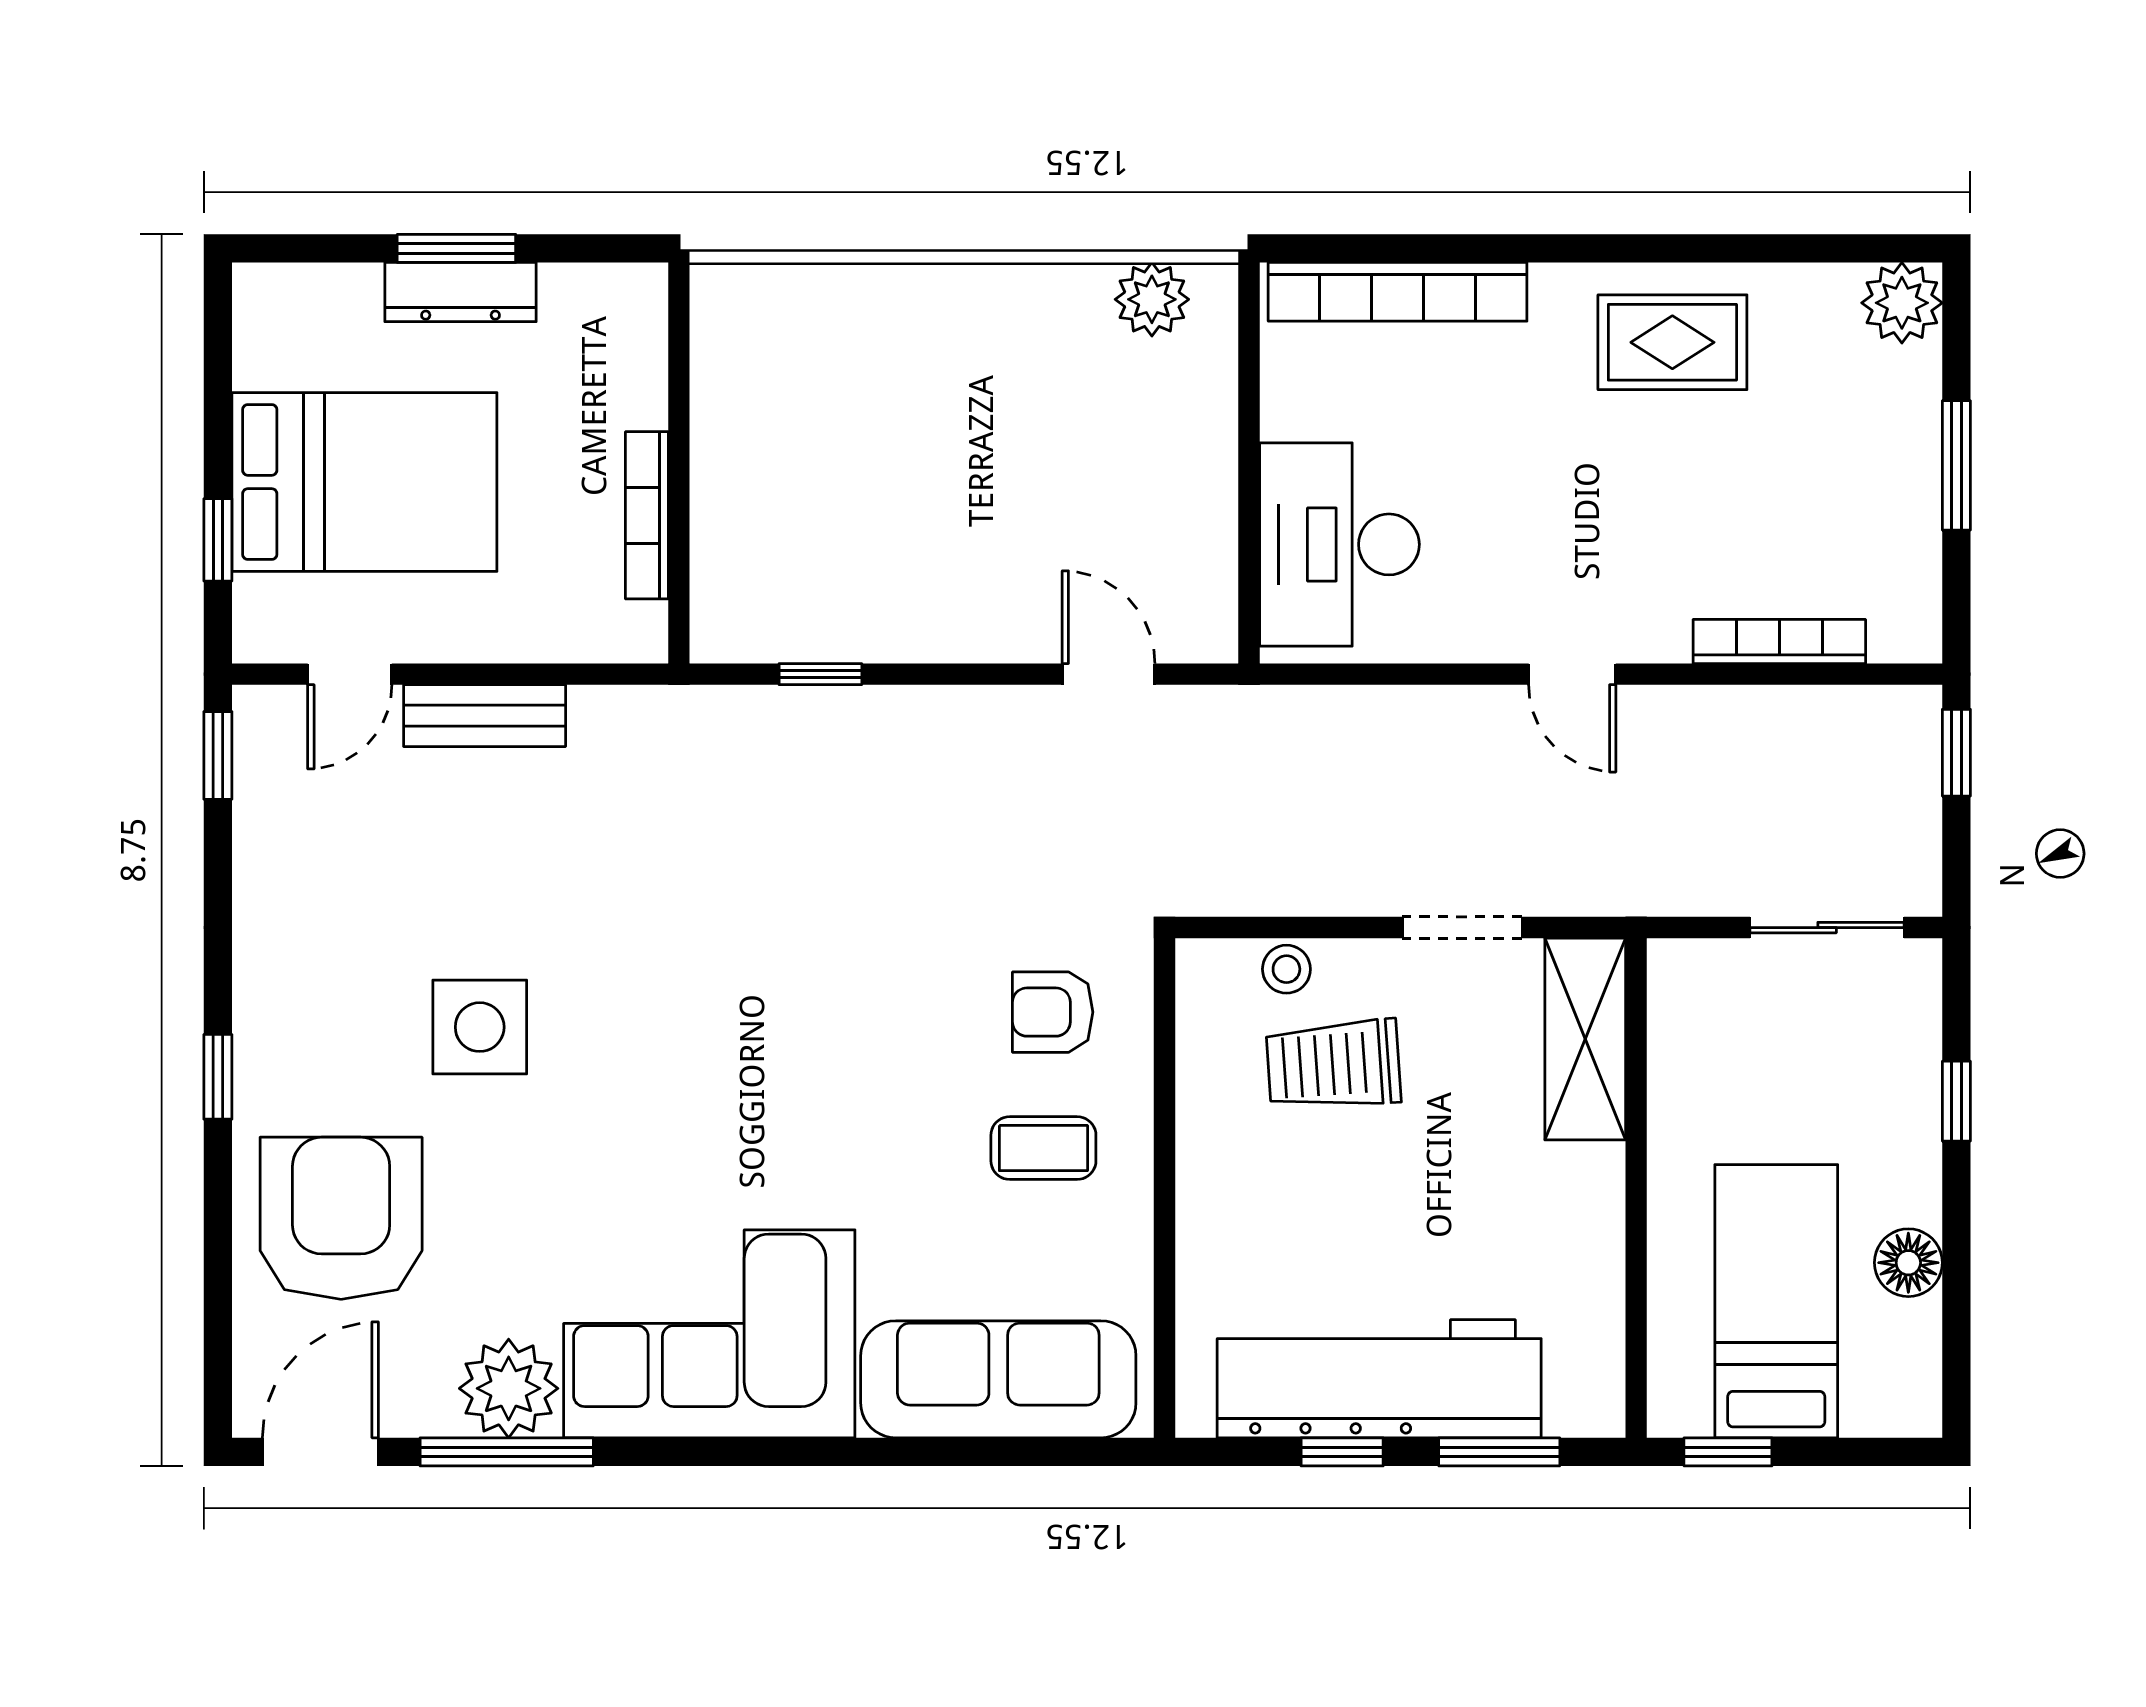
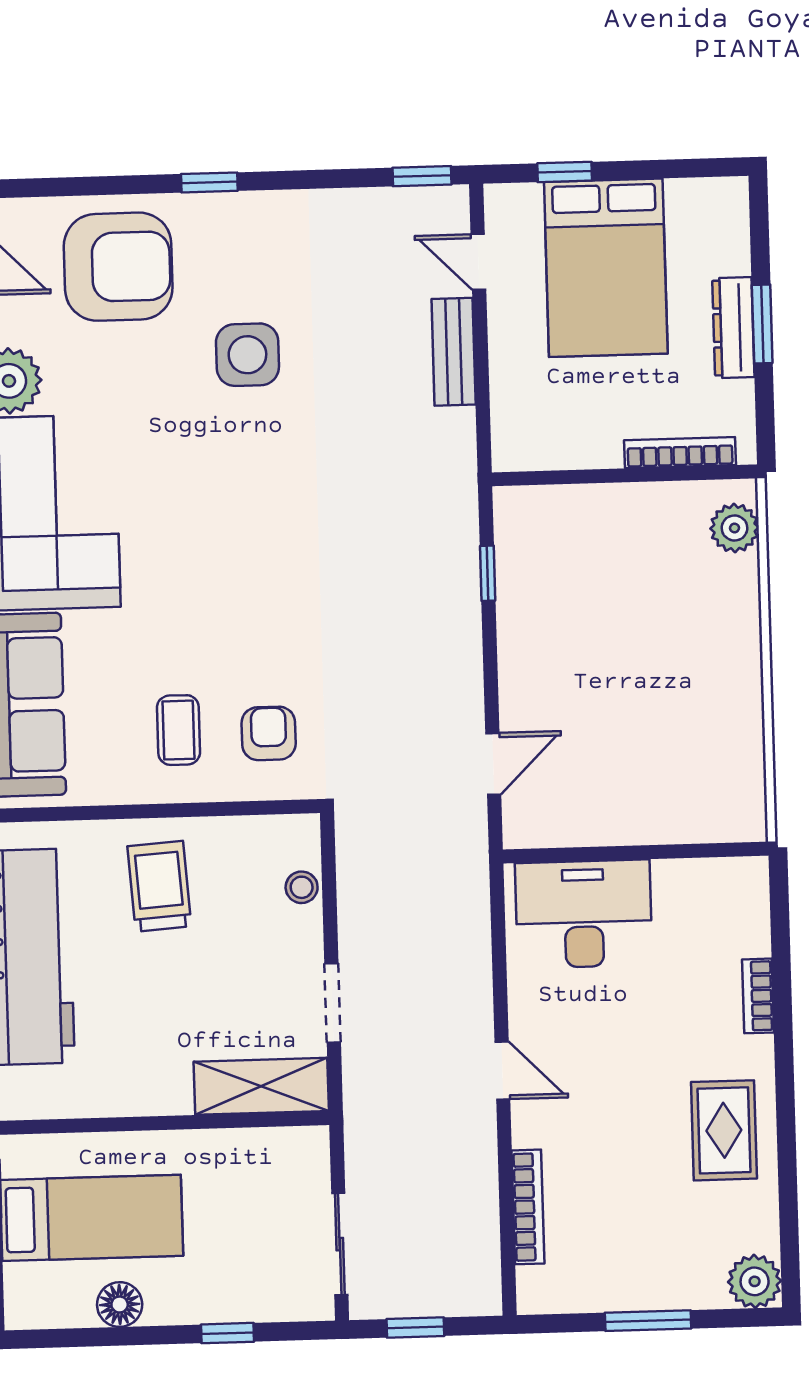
bookcase: (1398, 292) -> (758, 996), width x0.43, depth x0.76
plant: (1152, 299) -> (735, 528), moved
bookcase: (647, 515) -> (680, 453), moved
door: (1572, 674) -> (502, 1071), swing flipped
window: (1956, 753) -> (415, 1328), moved
trolley: (1333, 1065) -> (159, 886), moved

